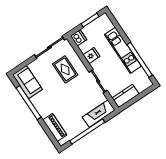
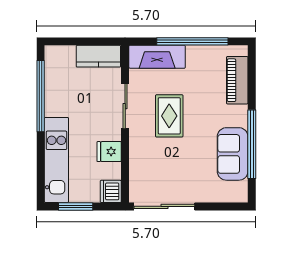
kitchen unit: (123, 50) -> (56, 160), moved
rug: (65, 69) -> (169, 116), moved
sofa: (27, 82) -> (233, 154), moved

